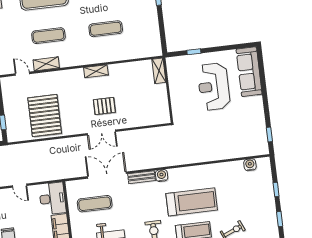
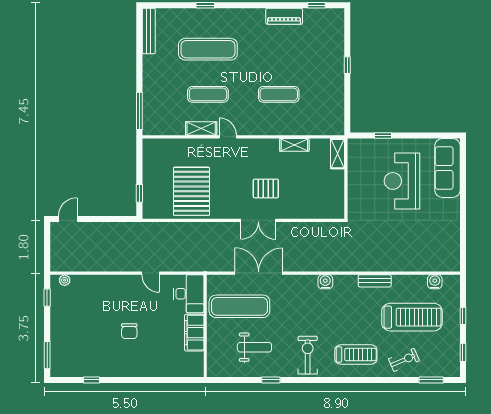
shelving: (96, 71) -> (294, 145), moved
door: (22, 74) -> (228, 137), moved
window: (269, 135) -> (463, 248), removed
bench: (142, 177) -> (375, 281), moved
treadmill: (192, 202) -> (412, 317), moved
exercise mat: (95, 204) -> (239, 306), width x1.36, depth x1.45

